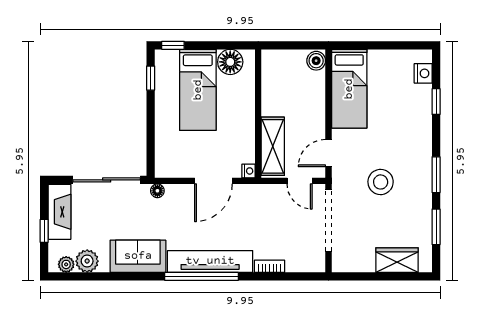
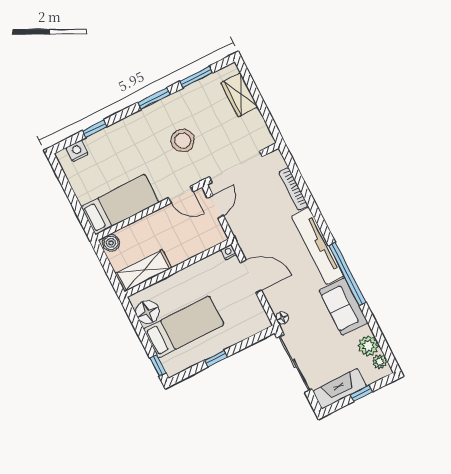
window: (151, 78) -> (216, 359), moved
shelving: (273, 146) -> (143, 271), moved
bookcase: (270, 266) -> (294, 189), width x1.56
window: (201, 276) -> (347, 274), moved

